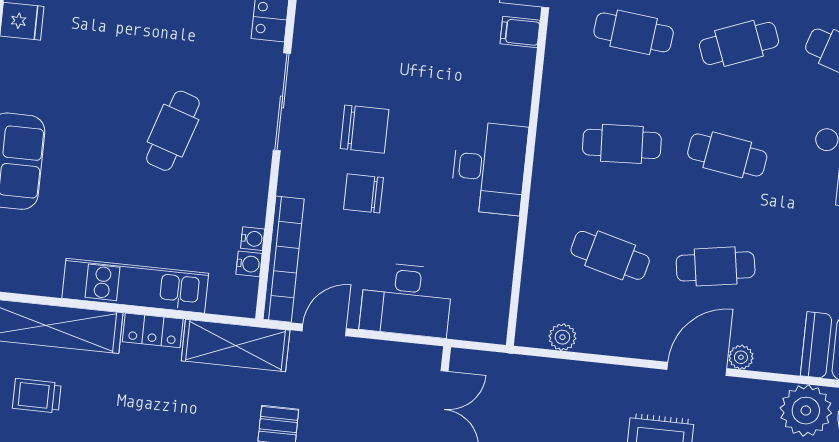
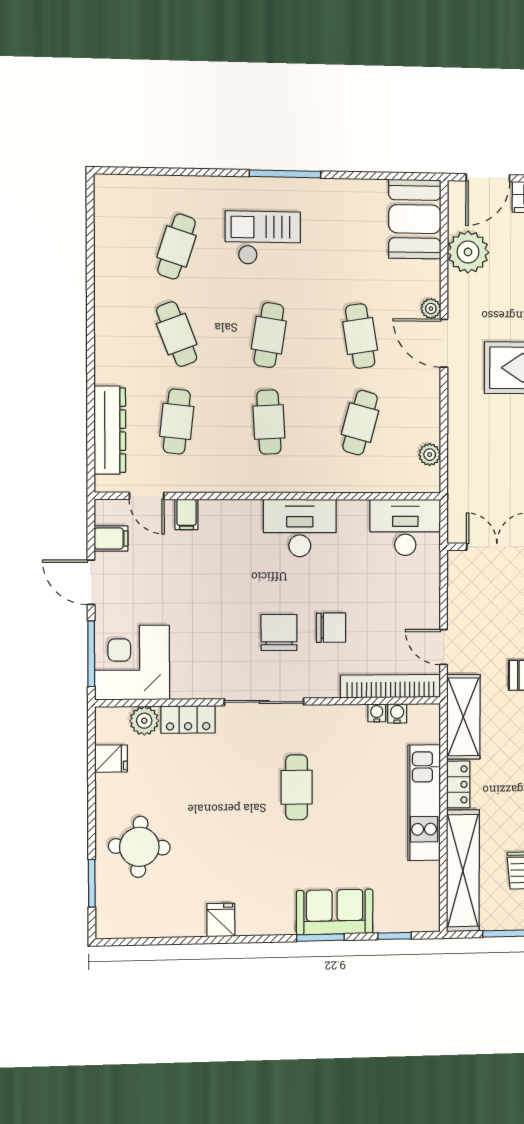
cafe table: (173, 131) -> (297, 787), turned 72
chair: (363, 193) -> (331, 628), turned -90
desk: (406, 300) -> (405, 527), moved, turned -90

